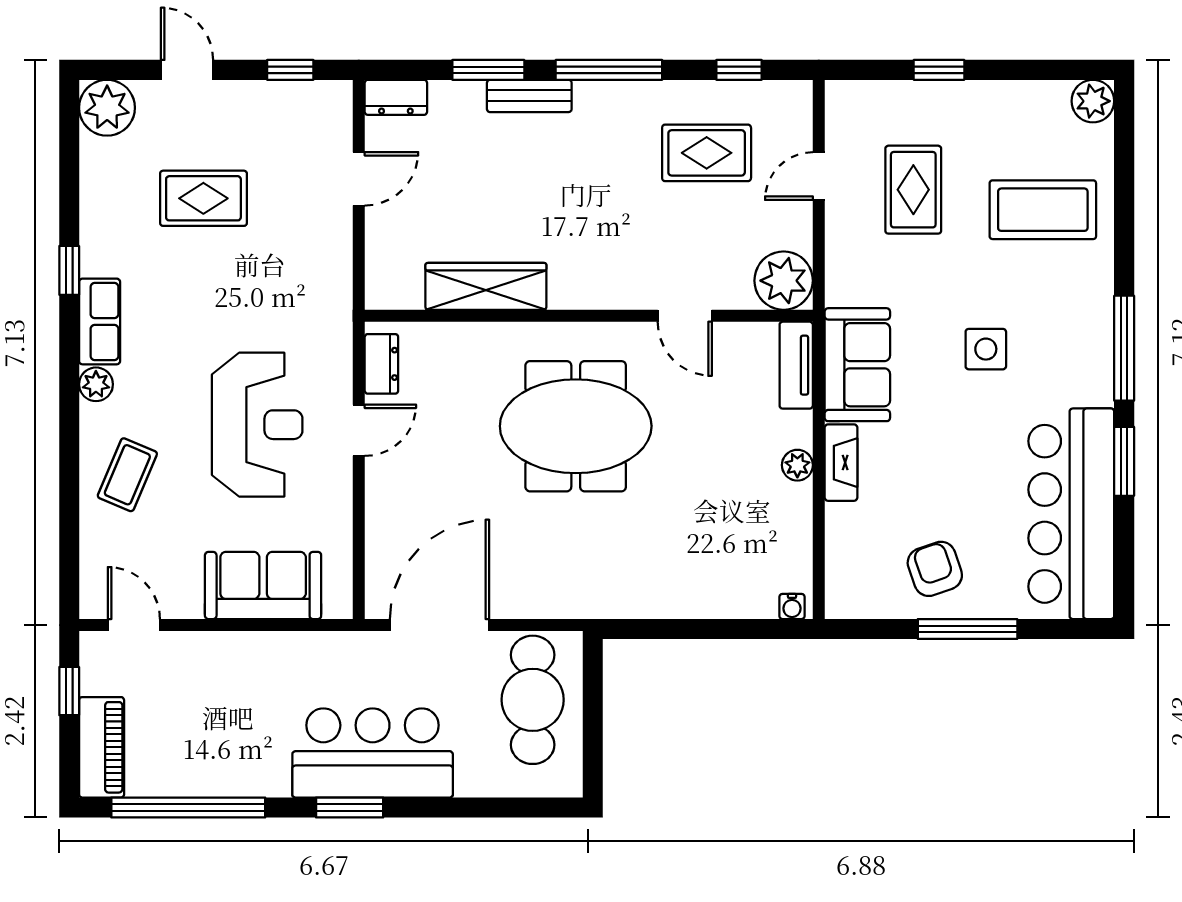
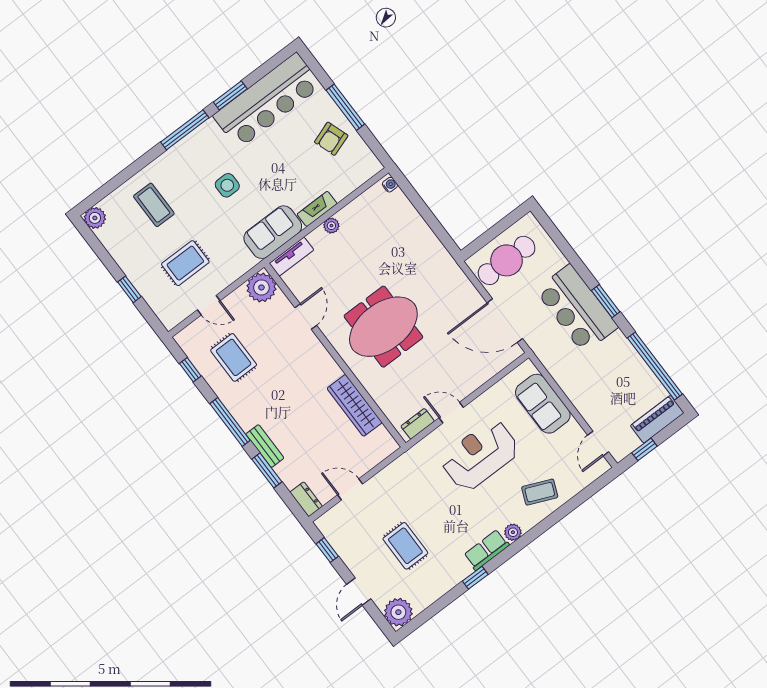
coffee table: (1043, 210) -> (154, 205), width x0.73, depth x0.76
meeting table: (576, 426) -> (383, 327), turned 90

